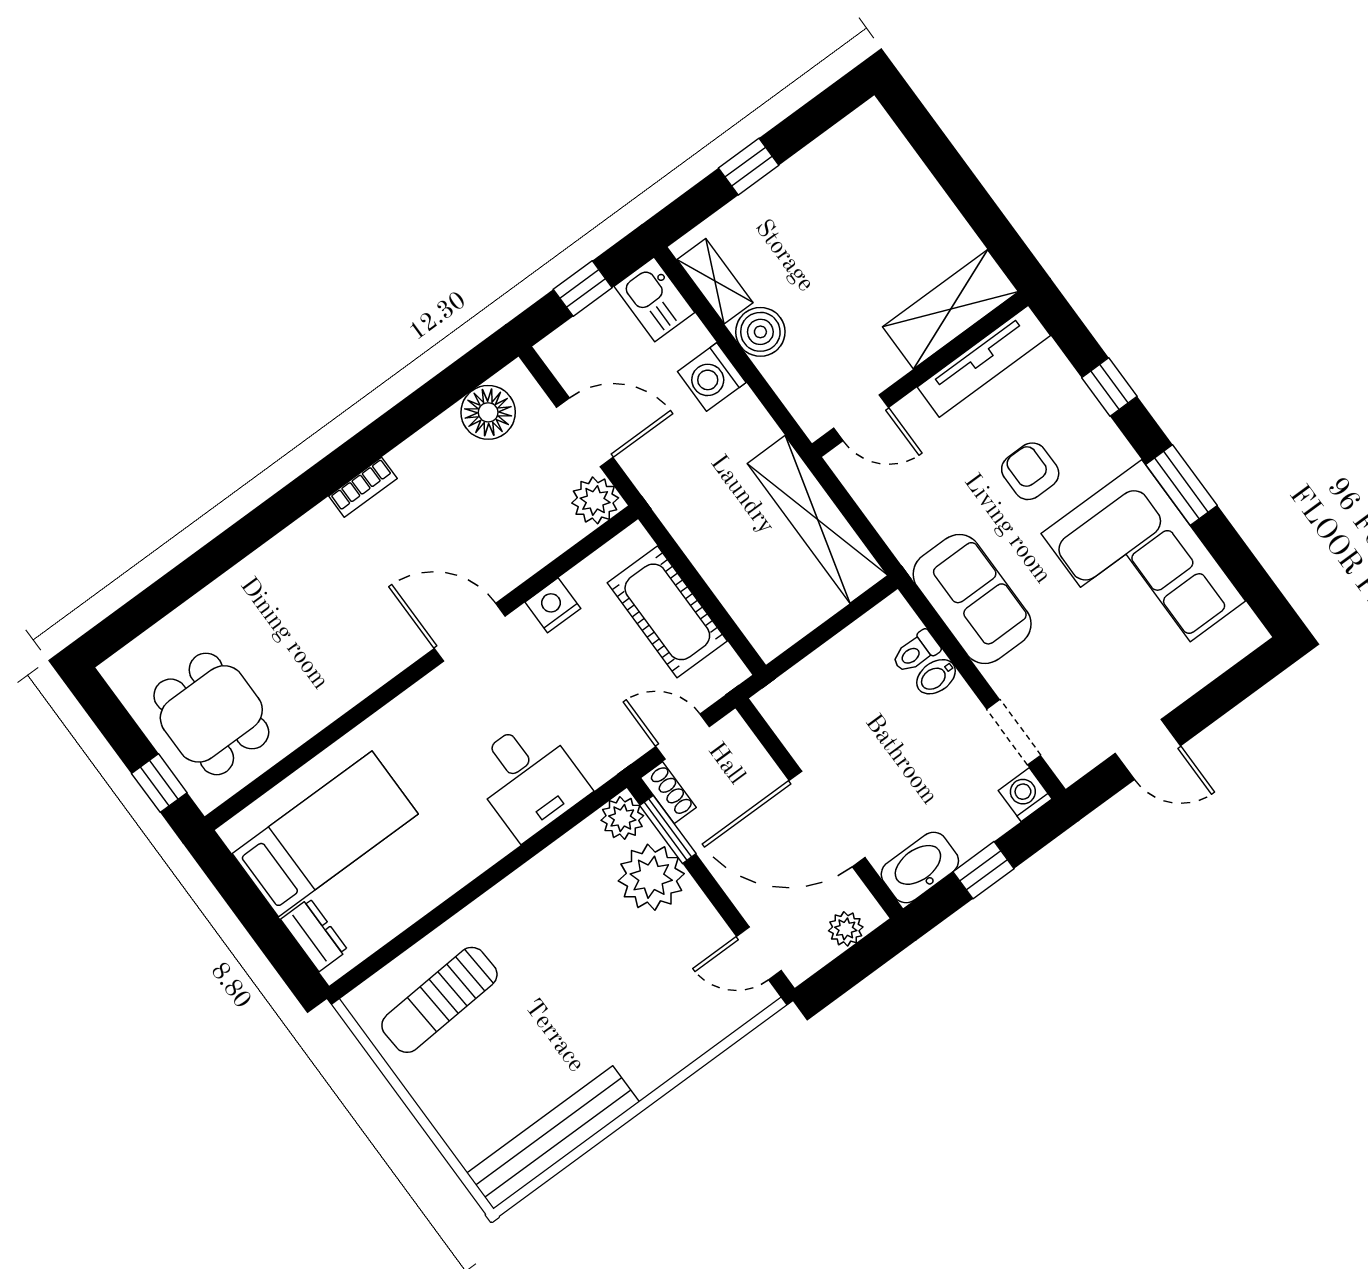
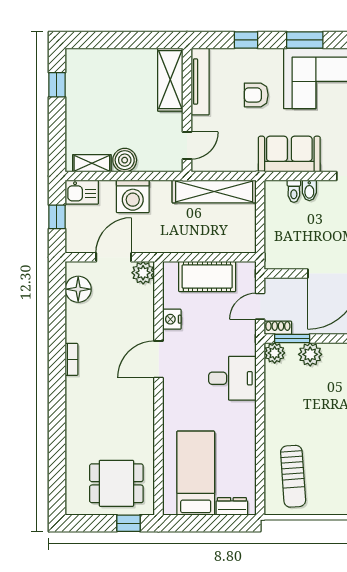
window: (749, 167) -> (57, 85), moved
washing machine: (712, 377) -> (133, 196), width x1.37, depth x1.37
plant: (651, 877) -> (310, 354), width x0.73, depth x0.73

